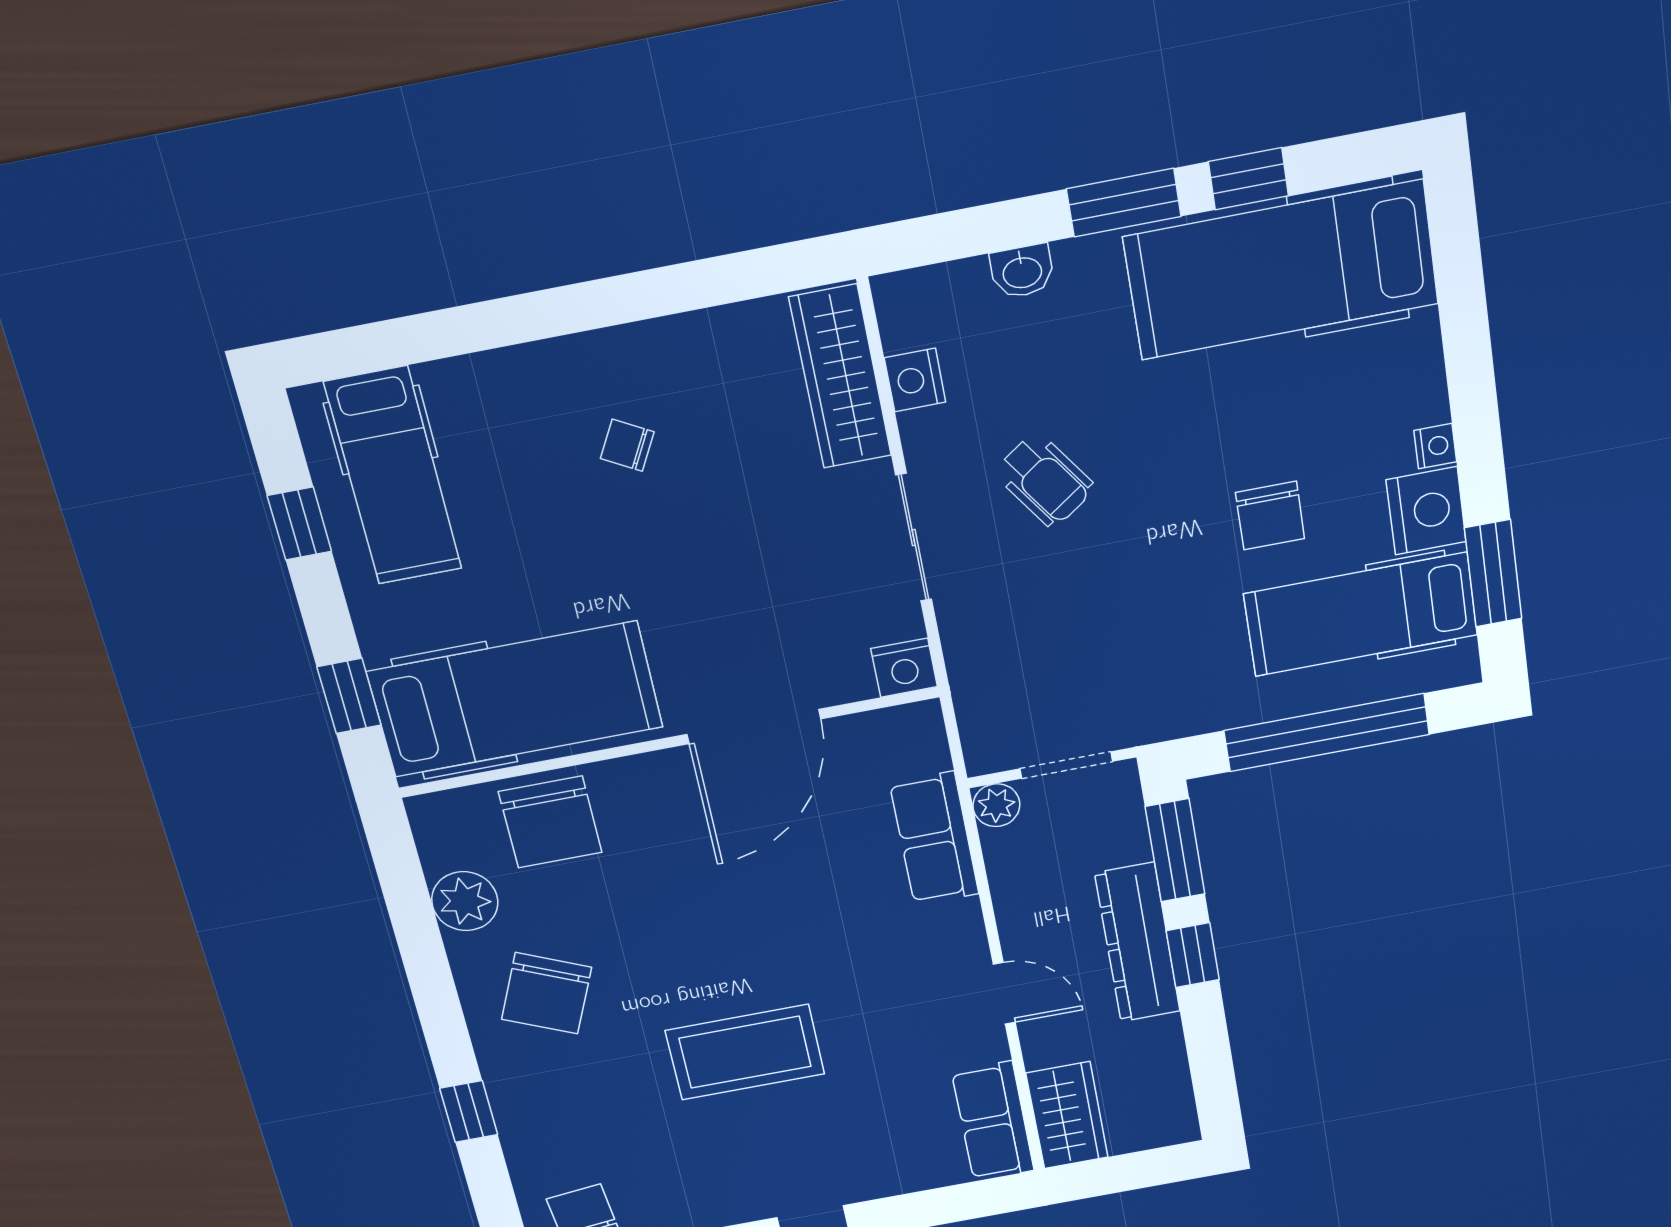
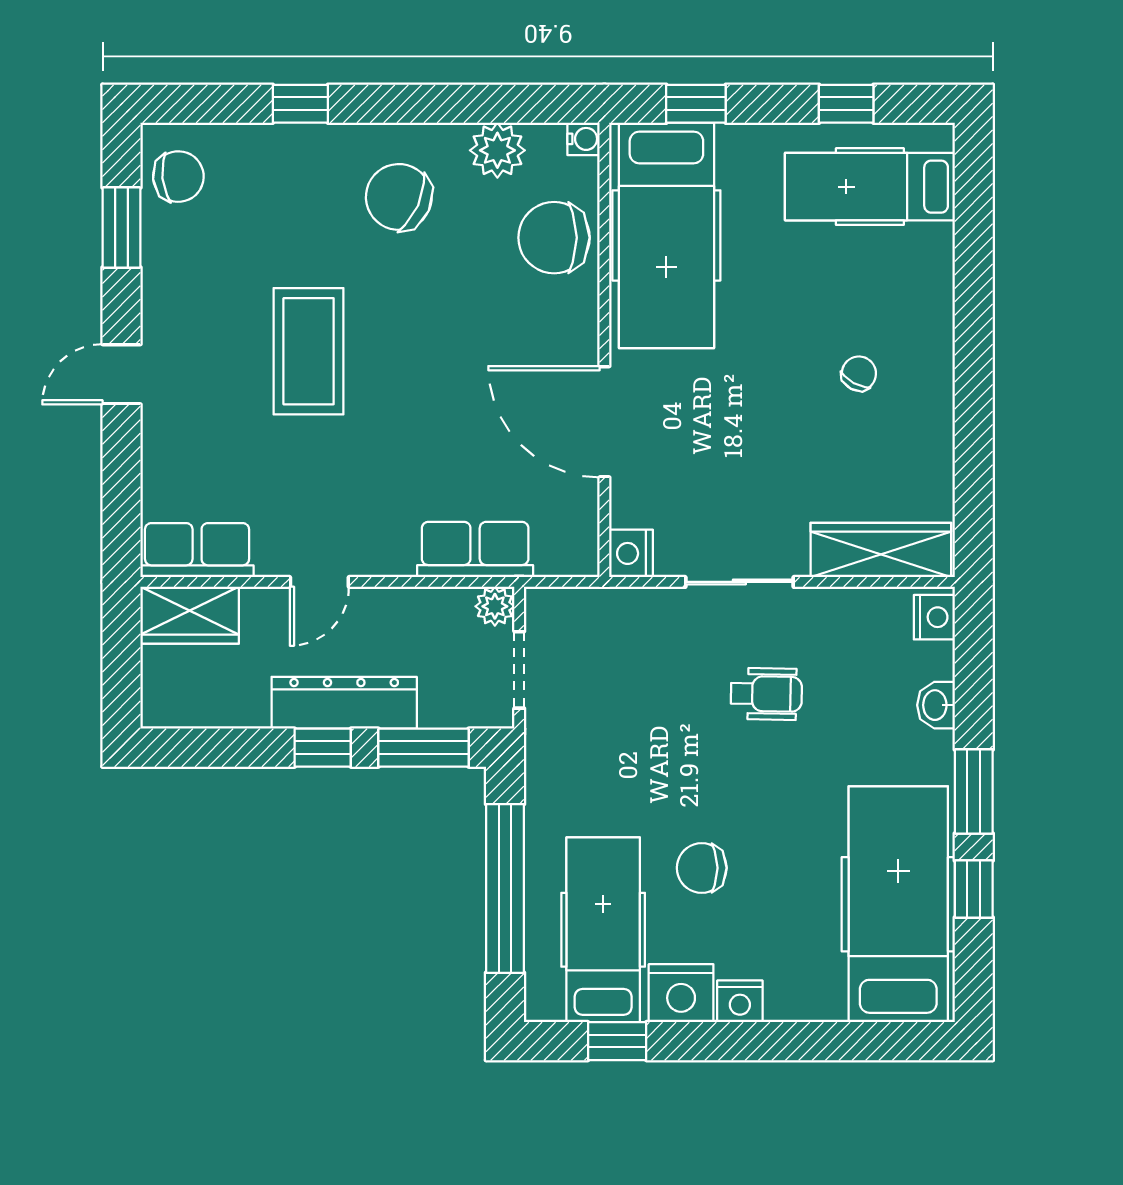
nightstand: (915, 380) -> (934, 617), moved, turned 90
nightstand: (1435, 446) -> (740, 1001), width x1.39, depth x1.35
wheelchair: (1045, 480) -> (766, 694), turned -144
window: (1493, 573) -> (617, 1041), width x0.67
water cooler: (426, 812) -> (583, 139), added

